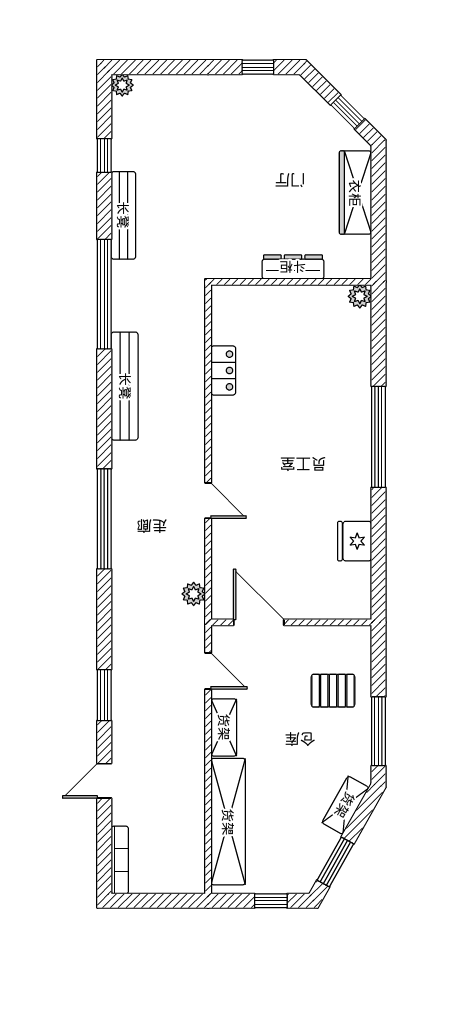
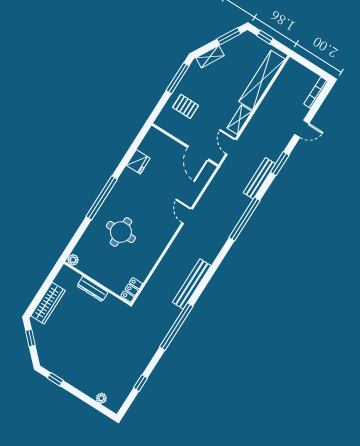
plant: (122, 85) -> (101, 398), moved
bench: (123, 215) -> (259, 178), moved
locker: (223, 370) -> (132, 290), moved
round table: (307, 398) -> (121, 232), added
window: (104, 519) -> (245, 219), moved
plant: (194, 594) -> (217, 182), removed

